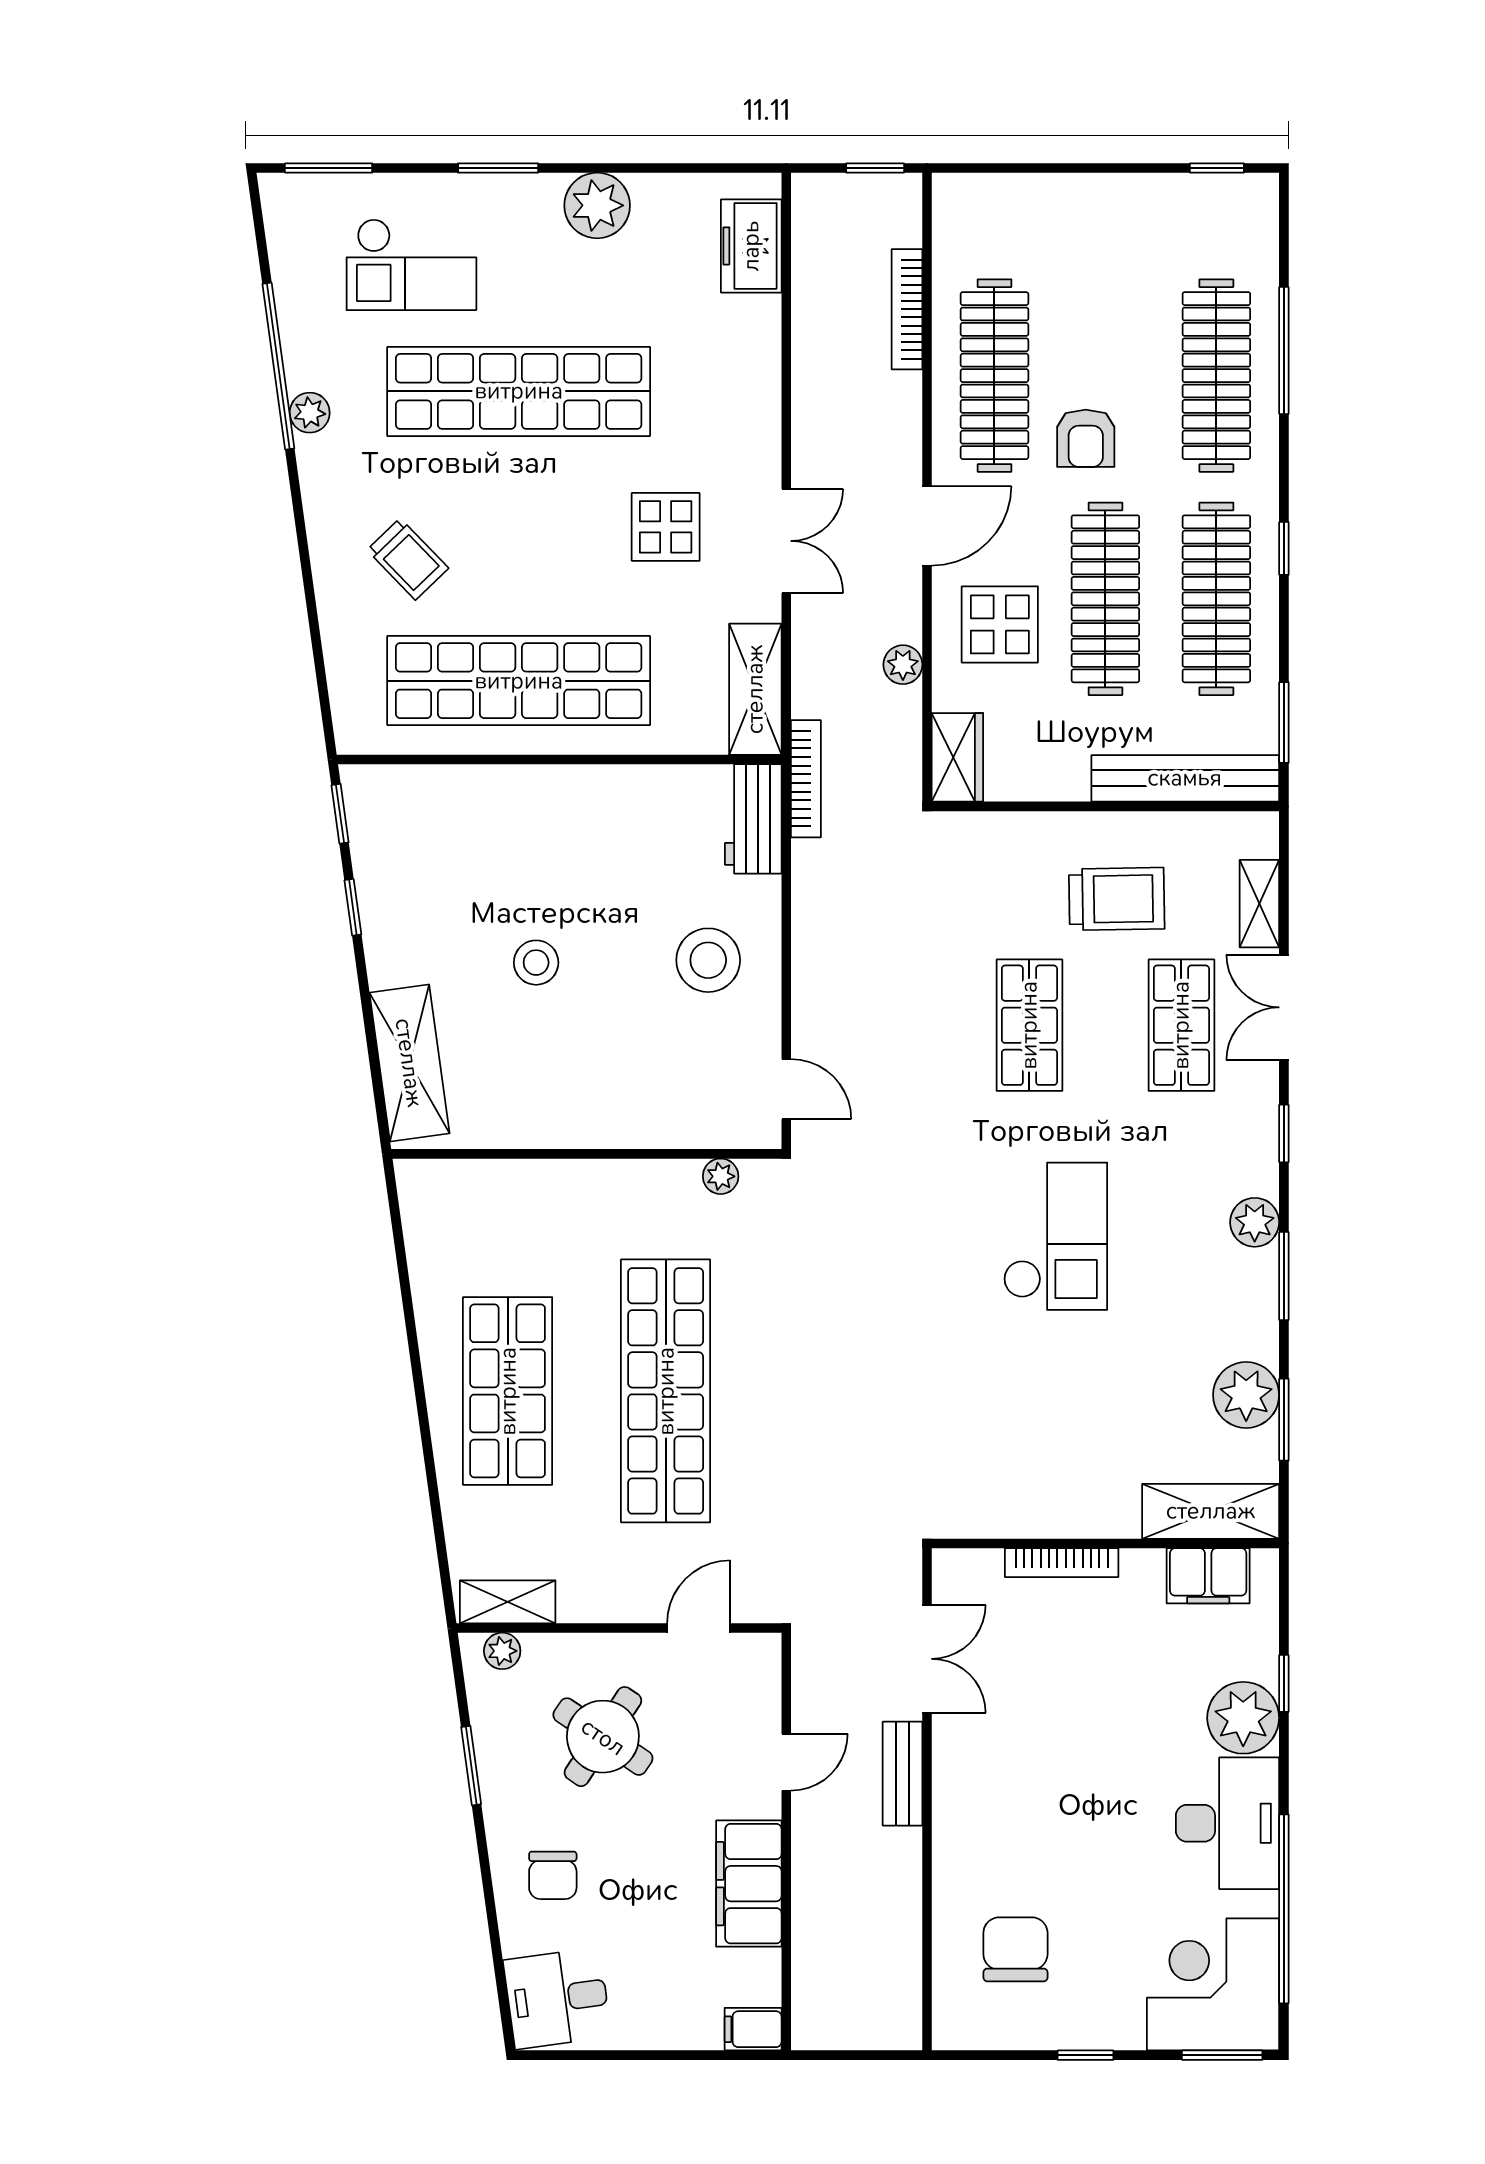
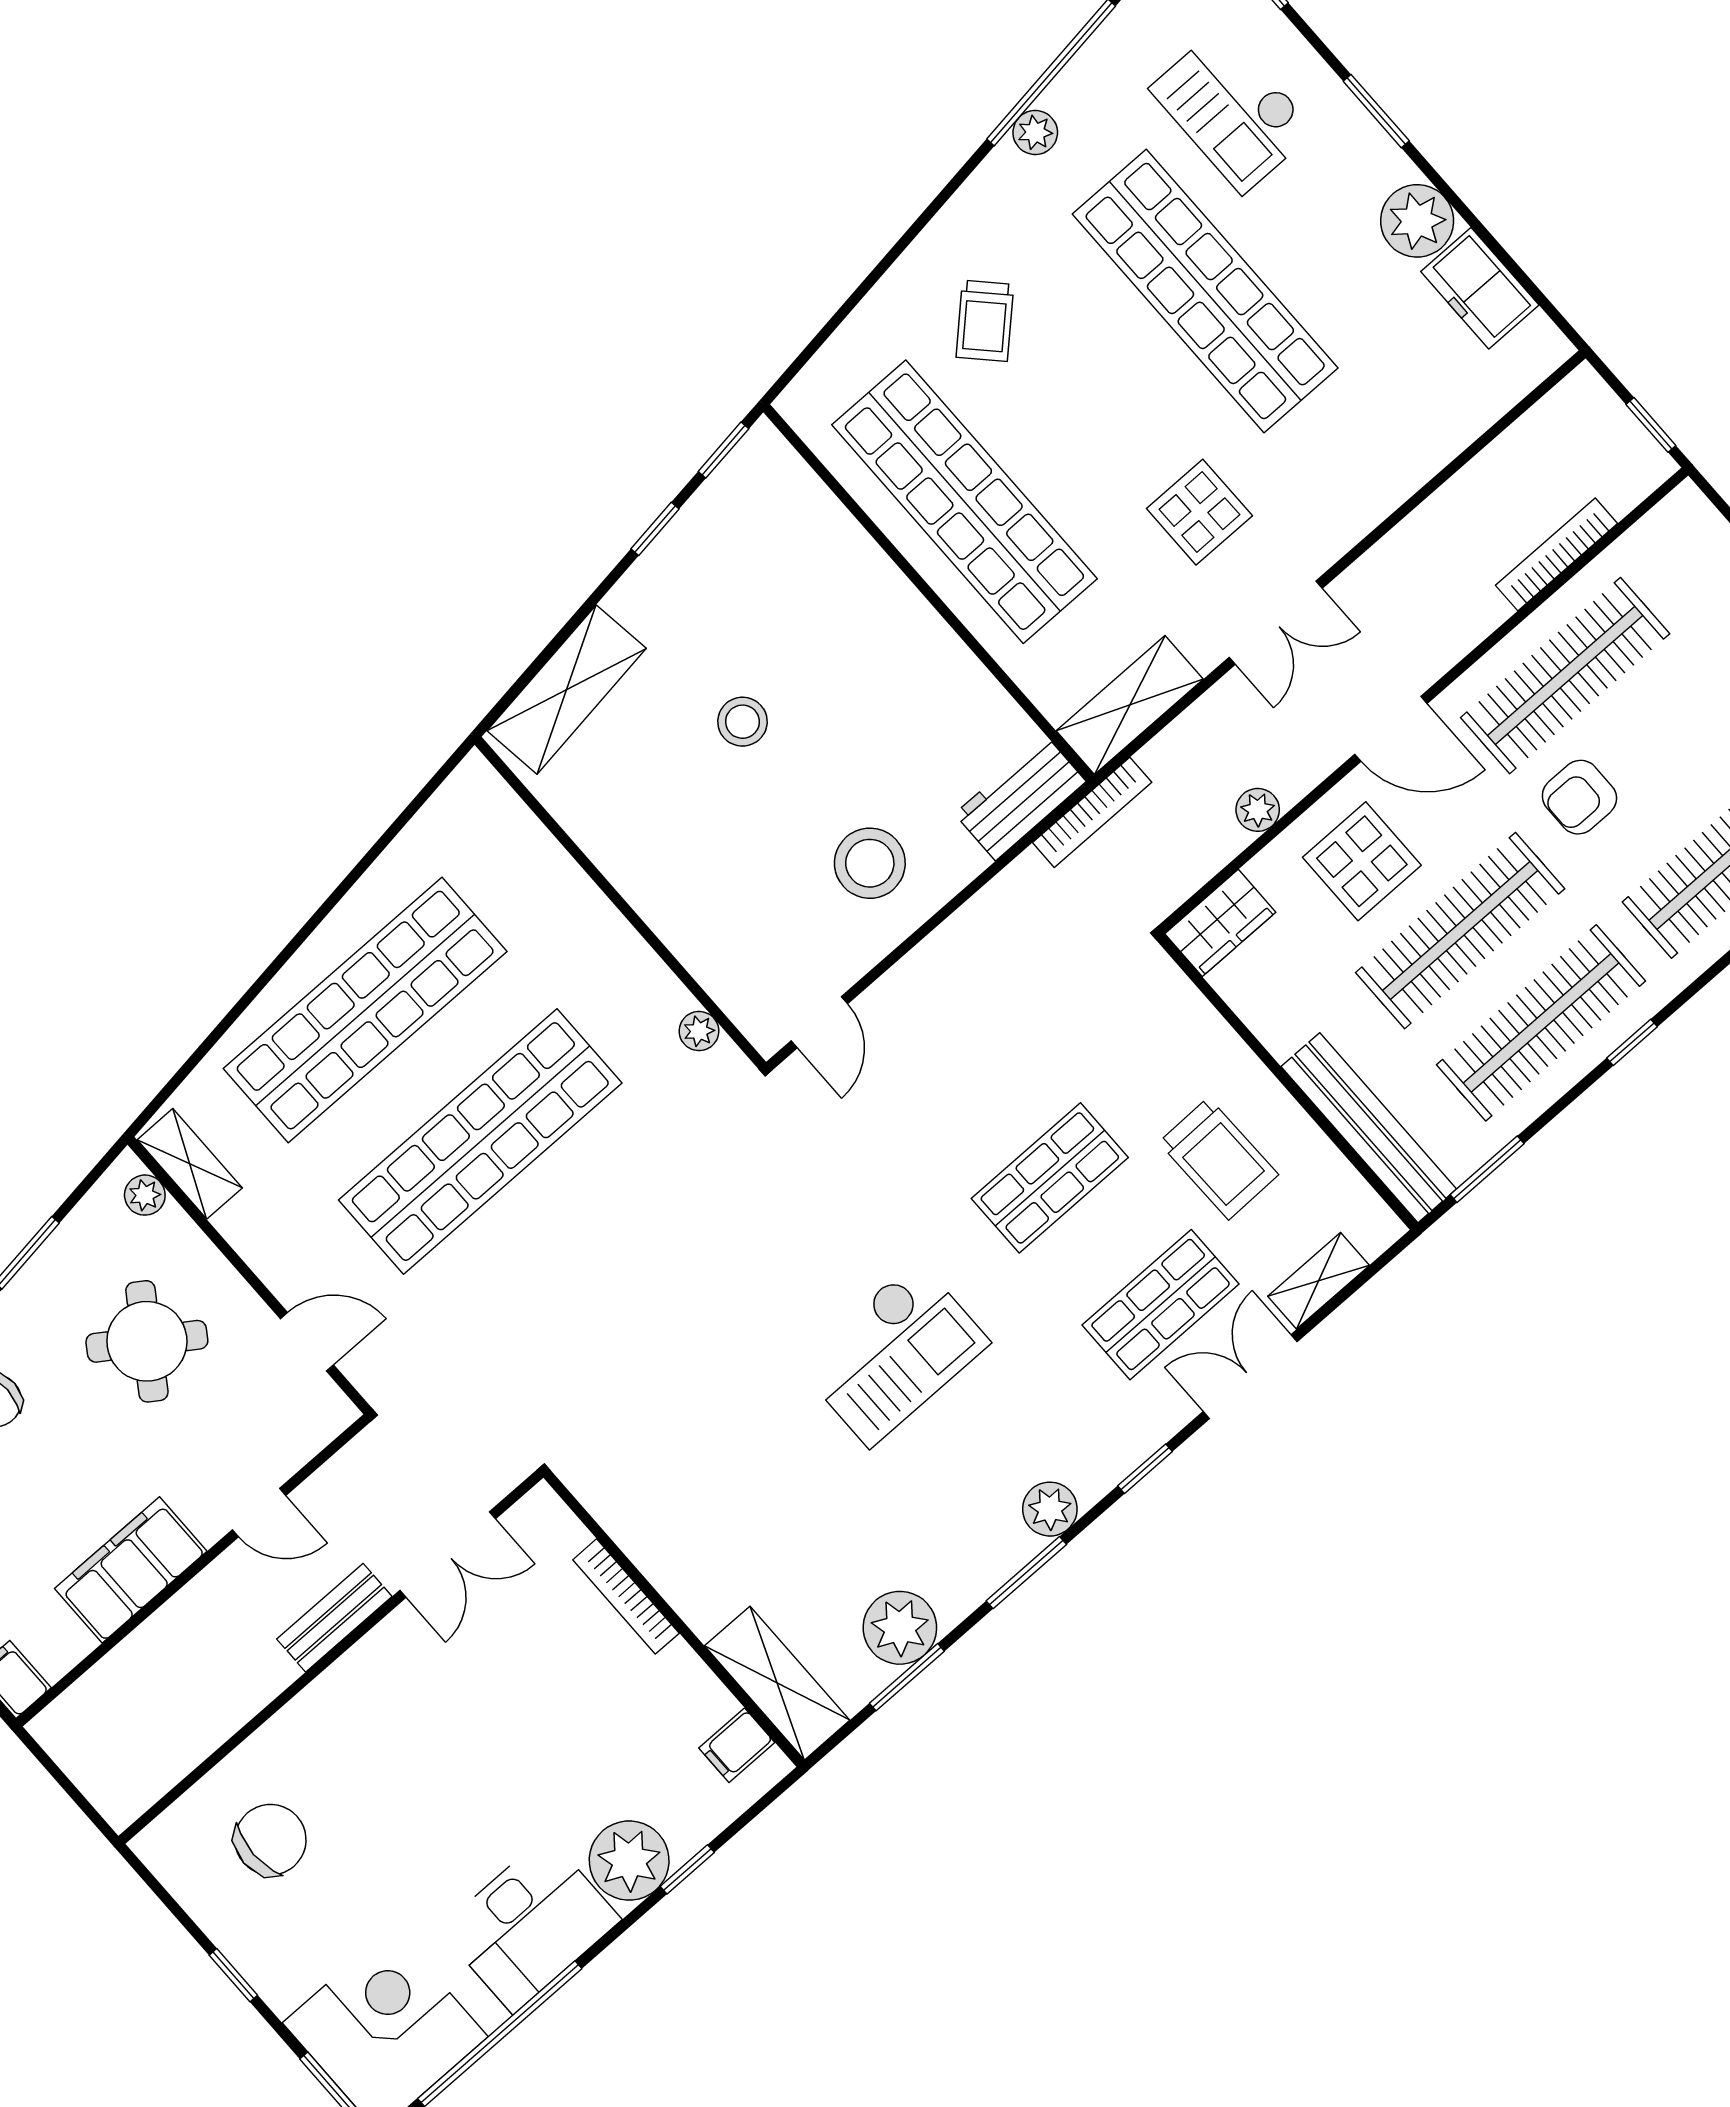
freezer: (751, 246) -> (1480, 288), moved, turned -90
shop shelf: (508, 1391) -> (365, 1010), width x1.40
filing cabinet: (1208, 1576) -> (737, 1745), width x0.50

